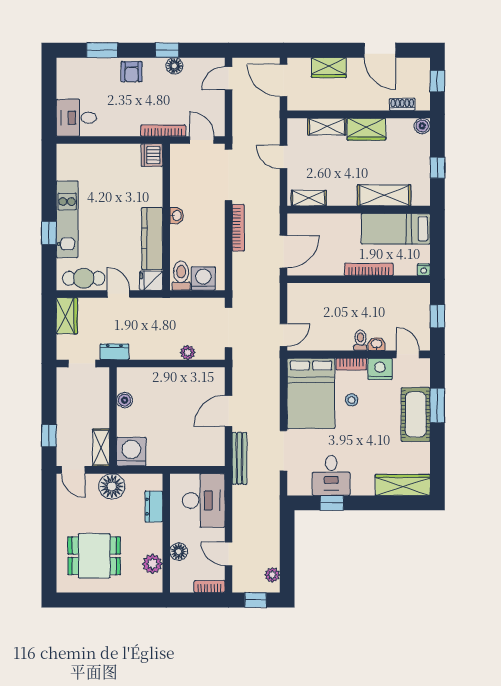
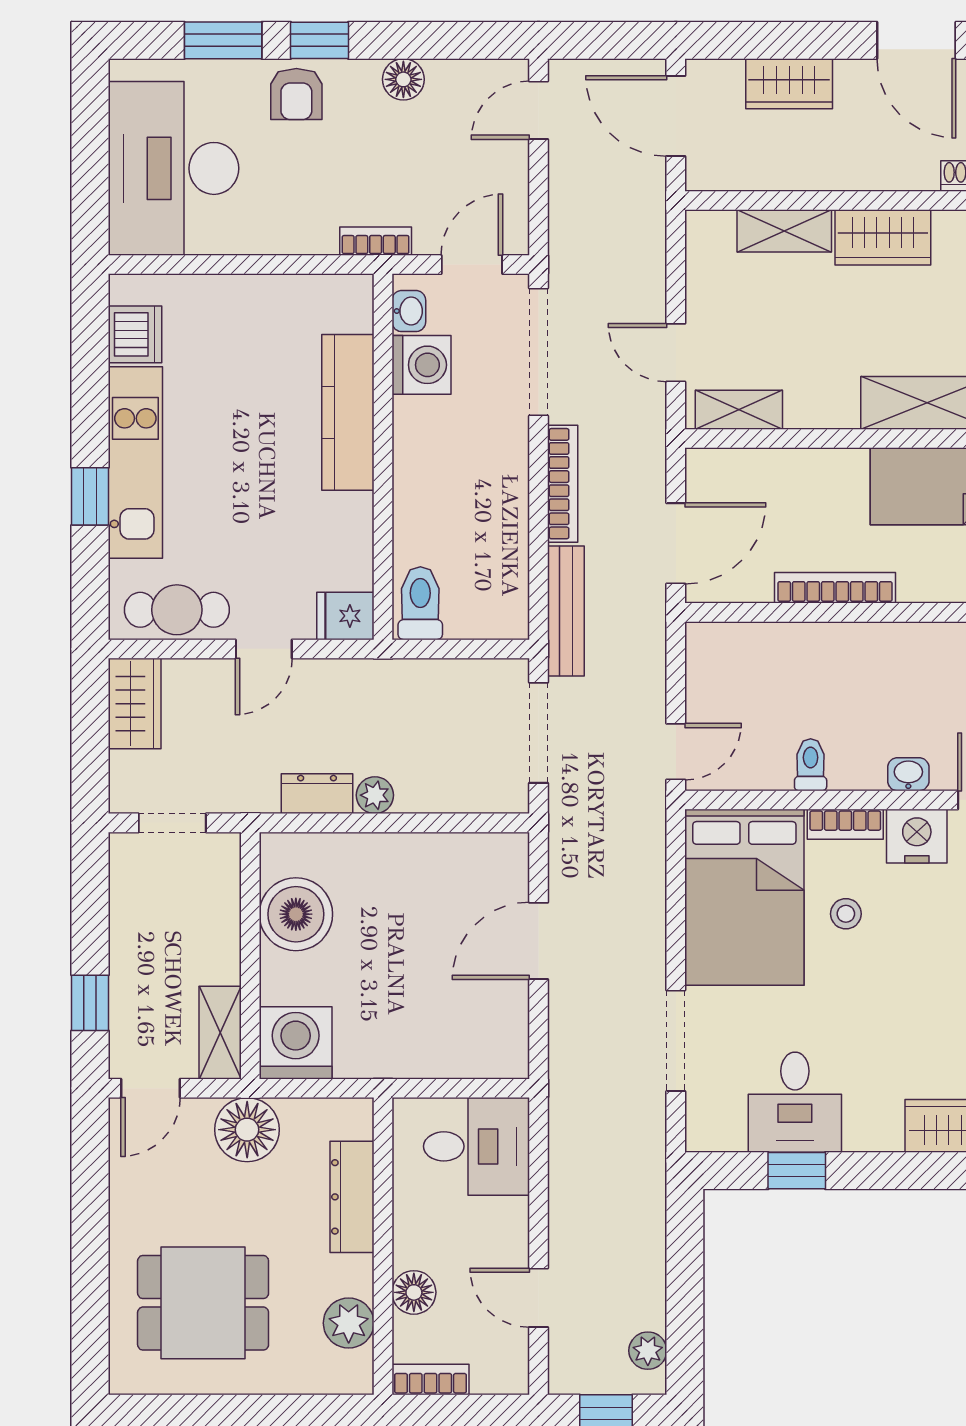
window: (167, 50) -> (320, 40), moved
desk: (76, 118) -> (173, 168), width x1.87, depth x1.30
bookcase: (163, 131) -> (376, 241), width x0.64
door: (202, 140) -> (472, 265), hinge flipped
dishwasher: (152, 155) -> (135, 334), moved, turned 180
door: (283, 157) -> (676, 353), moved
washbasin: (177, 216) -> (409, 311), moved
kitchen counter: (152, 238) -> (348, 412), moved
bookcase: (369, 269) -> (835, 588), moved
washing machine: (203, 278) -> (422, 365), moved, turned 90
door: (118, 294) -> (264, 649), swing flipped
toilet: (360, 340) -> (811, 765), moved
dresser: (114, 352) -> (317, 794), moved
plant: (188, 352) -> (375, 795), moved
boiler: (125, 400) -> (296, 914), width x1.86, depth x1.86
bench: (239, 458) -> (566, 611), moved
door: (73, 470) -> (150, 1088), hinge flipped
desk: (204, 500) -> (477, 1146), width x0.73
dresser: (154, 507) -> (352, 1197), width x1.44
bookcase: (209, 586) -> (430, 1380), moved

